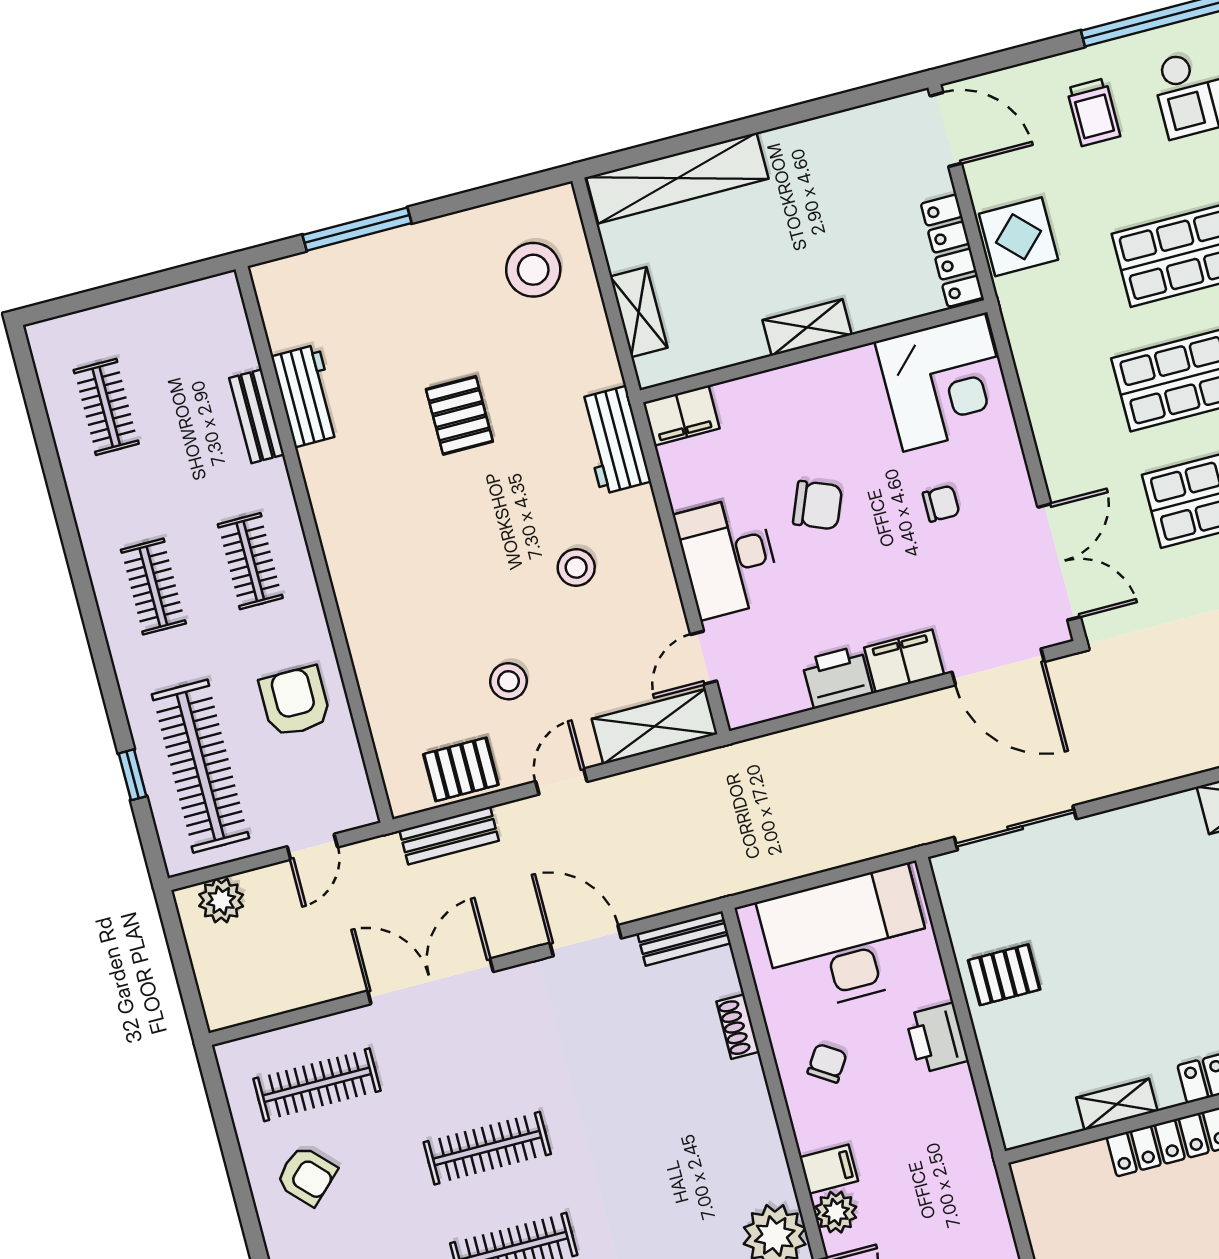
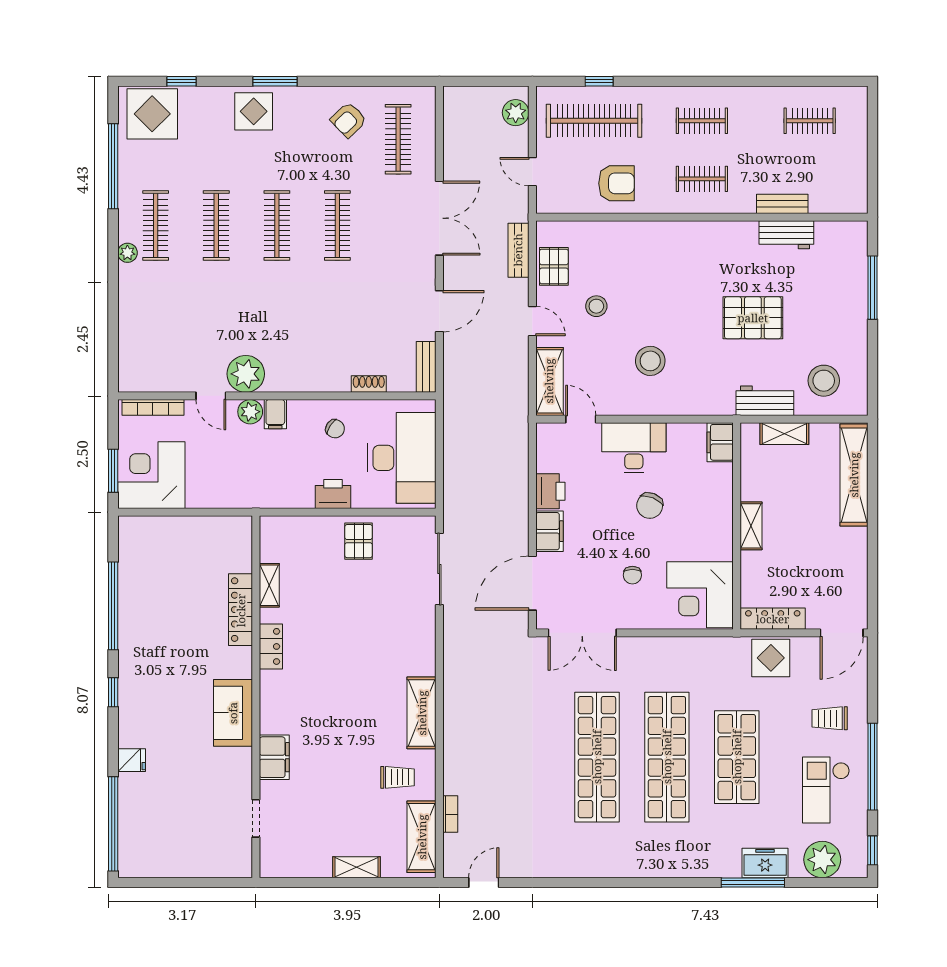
pallet: (459, 415) -> (753, 318), width x1.50, depth x1.42
workbench: (614, 440) -> (765, 401), moved
stool: (576, 567) -> (650, 361), width x1.38, depth x1.38

